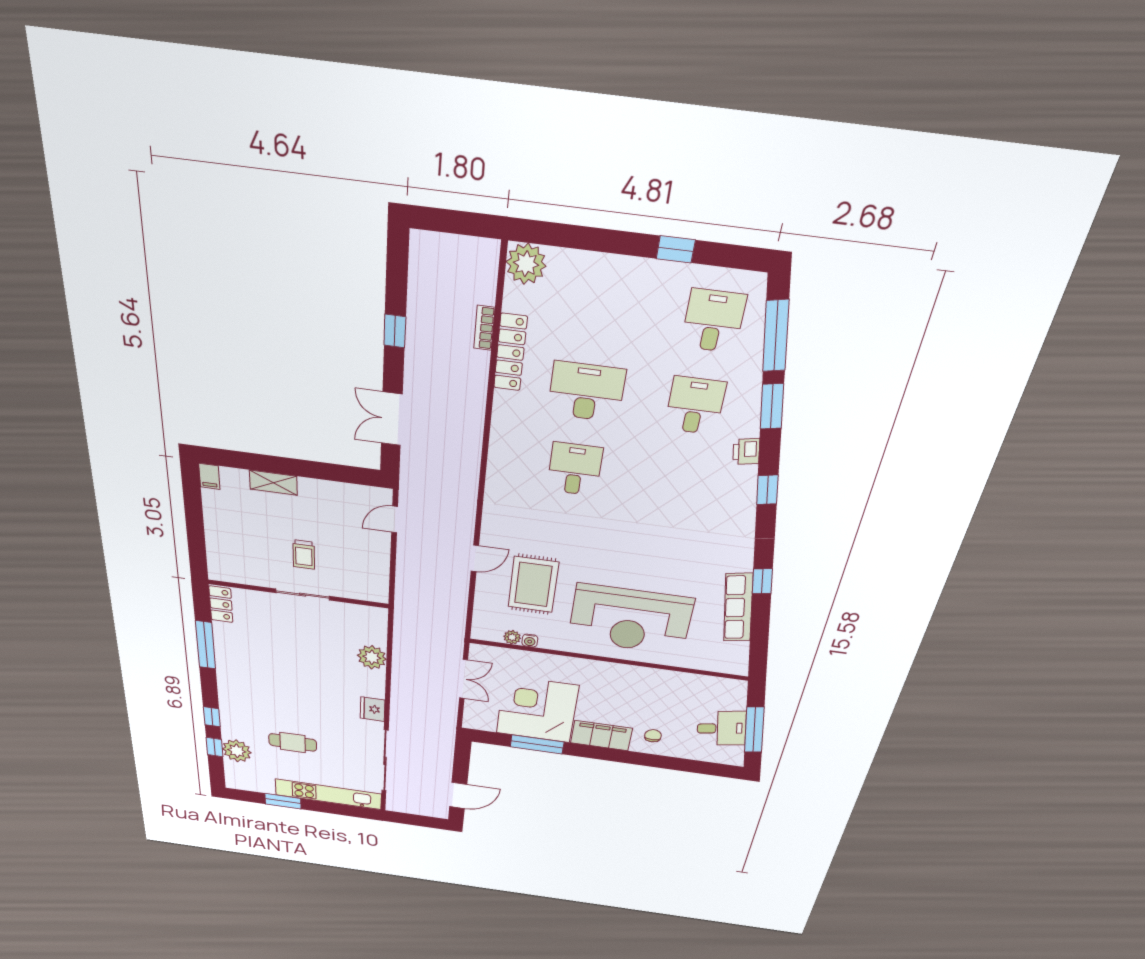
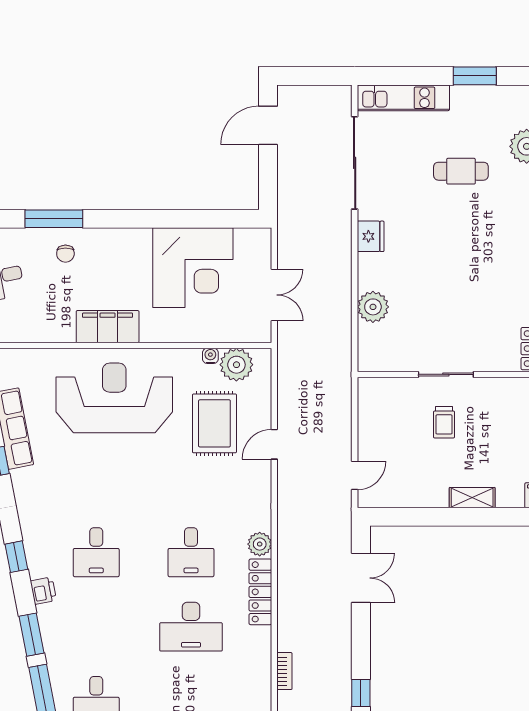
window: (395, 331) -> (361, 693), moved
locker: (510, 352) -> (260, 592), moved
desk: (695, 406) -> (96, 552), moved
plant: (499, 467) -> (260, 544), added
trolley: (304, 555) -> (444, 422), turned 180
plant: (512, 637) -> (236, 365), width x1.88, depth x1.88
double door: (464, 679) -> (274, 295), swing flipped
filing cabinet: (601, 736) -> (108, 327), moved, turned 180
window: (537, 744) -> (54, 219), moved
kitchen unit: (328, 794) -> (403, 98), width x0.73

